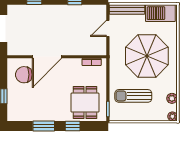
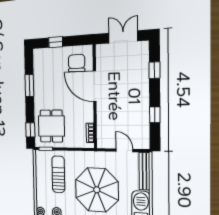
dining table: (85, 103) -> (51, 126), turned 90
window: (73, 126) -> (30, 130), moved

